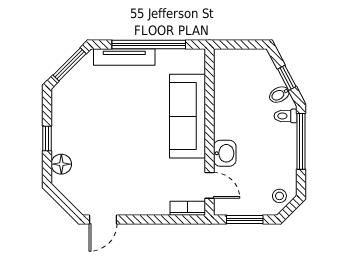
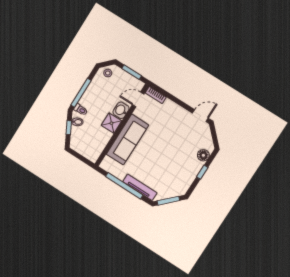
shower: (227, 125) -> (111, 123), added
door: (209, 185) -> (138, 99), hinge flipped

